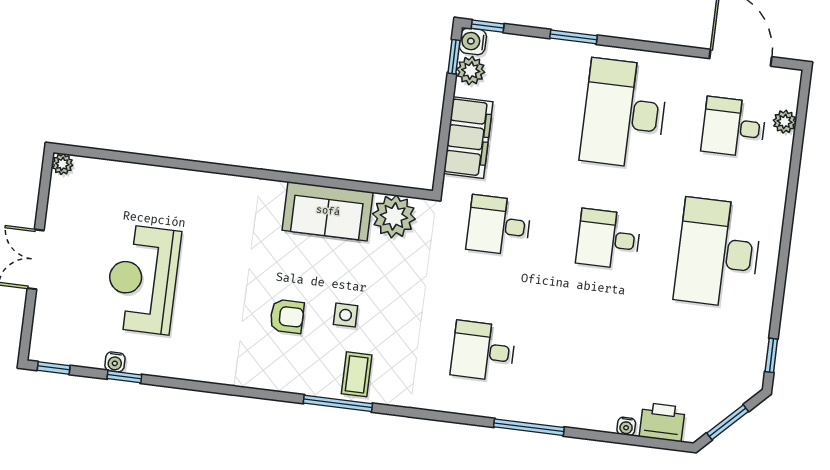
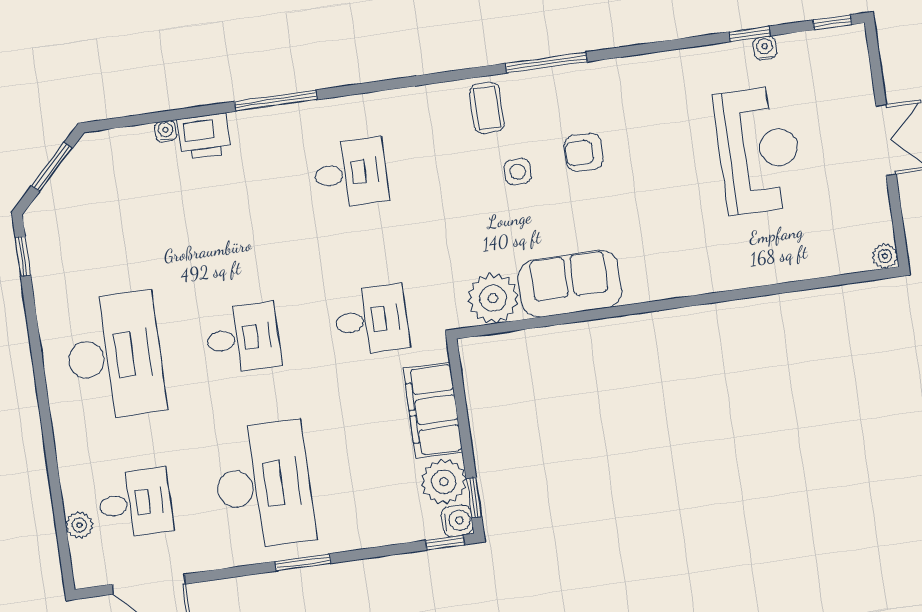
window: (573, 37) -> (303, 562), moved
plant: (471, 71) -> (444, 482), width x1.36, depth x1.36
window: (338, 403) -> (546, 63), moved
printer: (662, 422) -> (204, 136), moved

